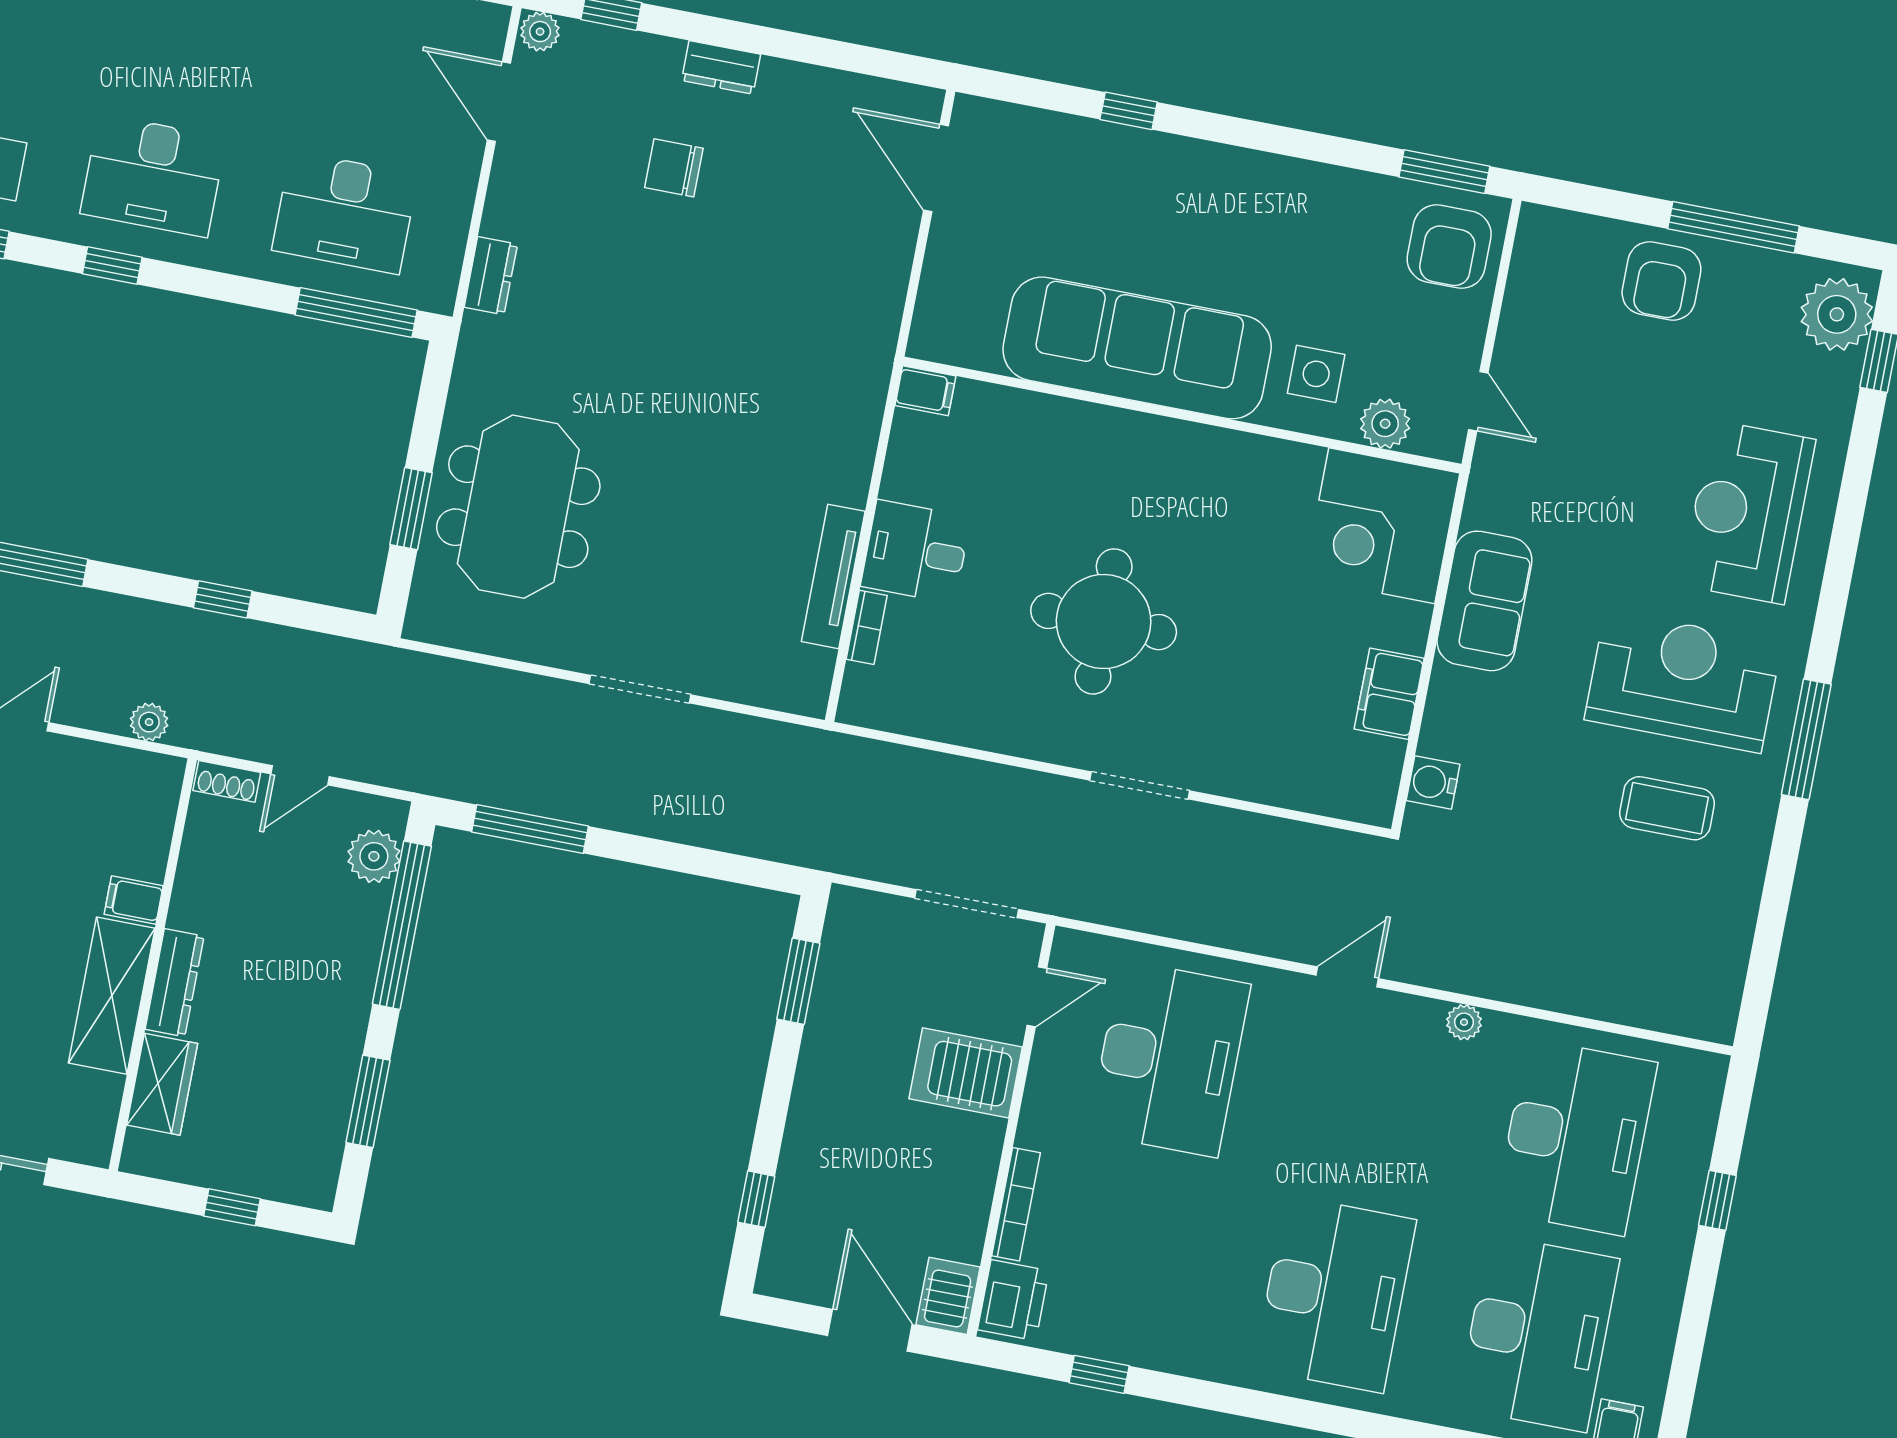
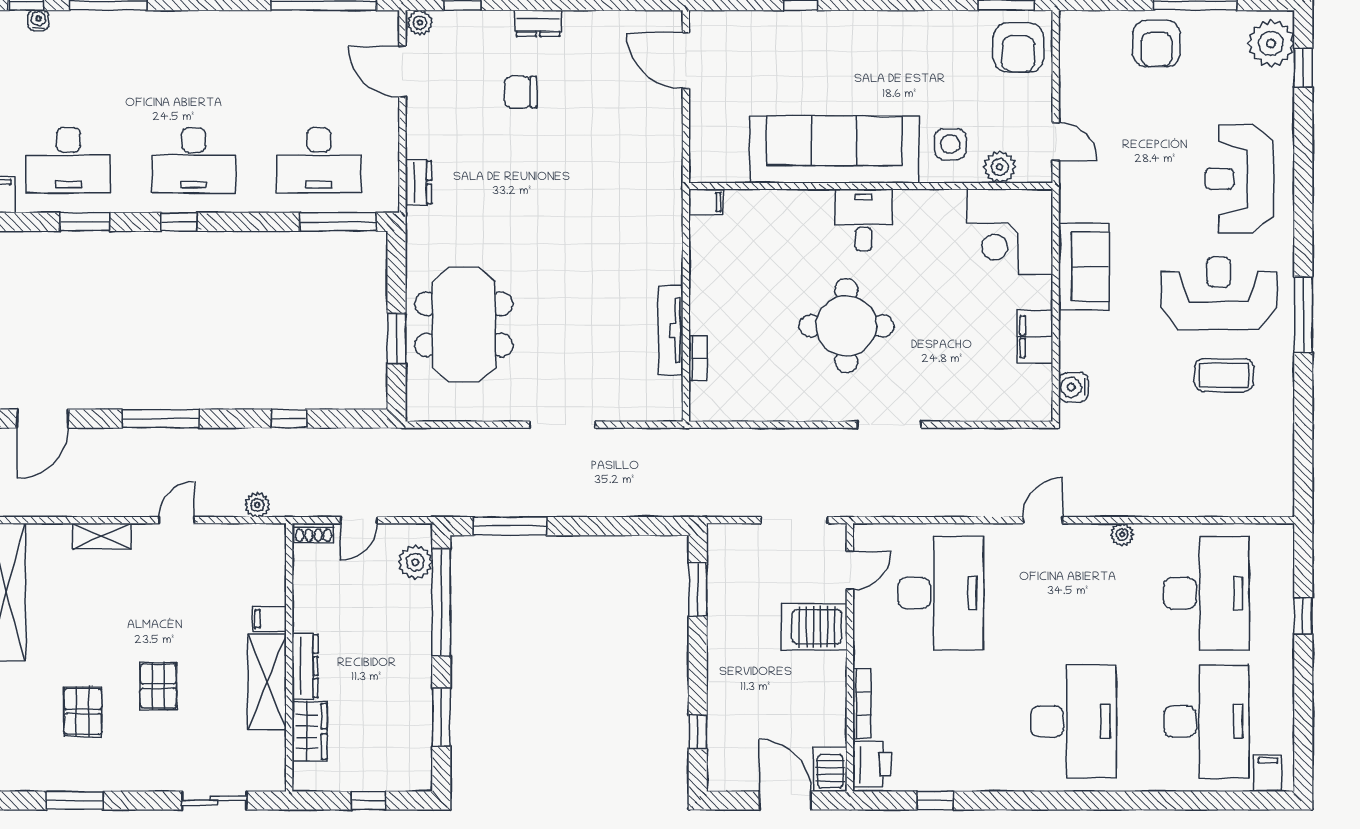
desk: (916, 552) -> (864, 220), moved, turned 90

